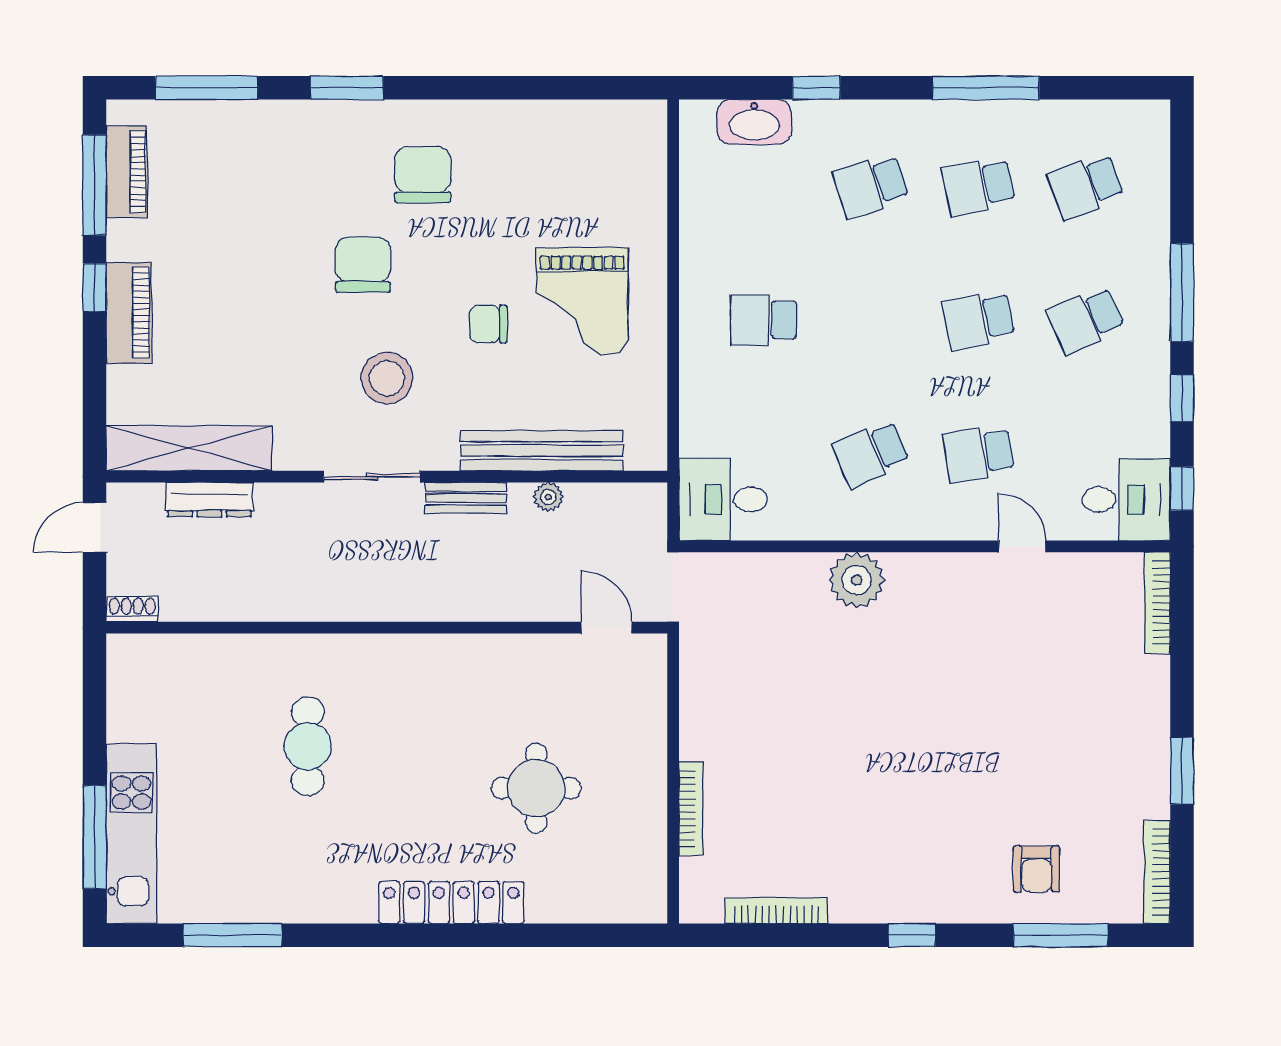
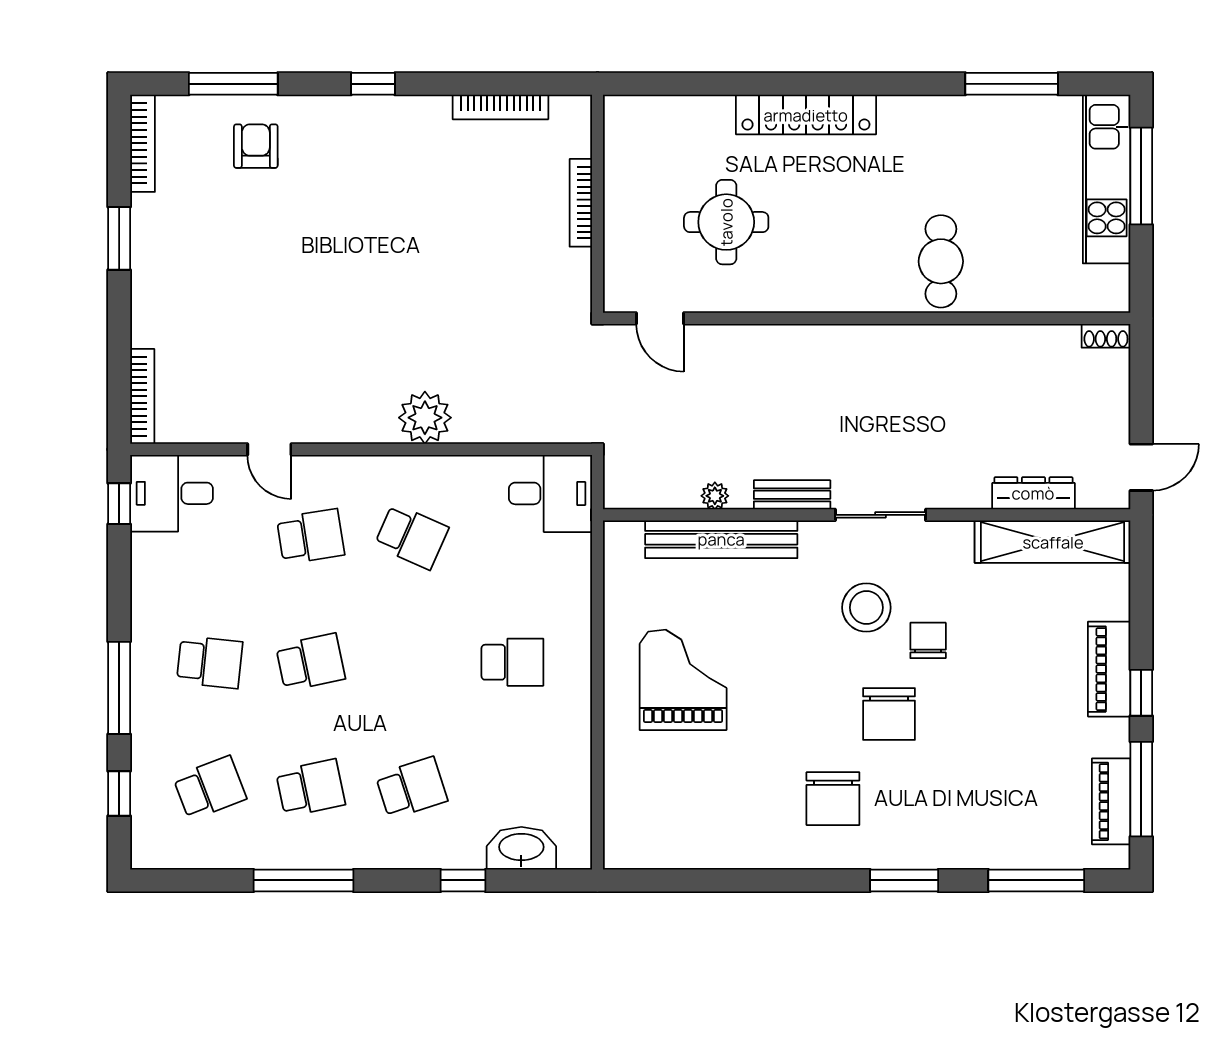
school desk: (1086, 320) -> (210, 662), turned 30
chair: (488, 324) -> (928, 640), moved, turned -90
window: (1182, 398) -> (119, 793), moved
school desk: (871, 454) -> (411, 536), turned 48
shoe rack: (132, 609) -> (1106, 336), moved
wall: (387, 628) -> (867, 318), moved
door: (607, 628) -> (660, 318), moved

